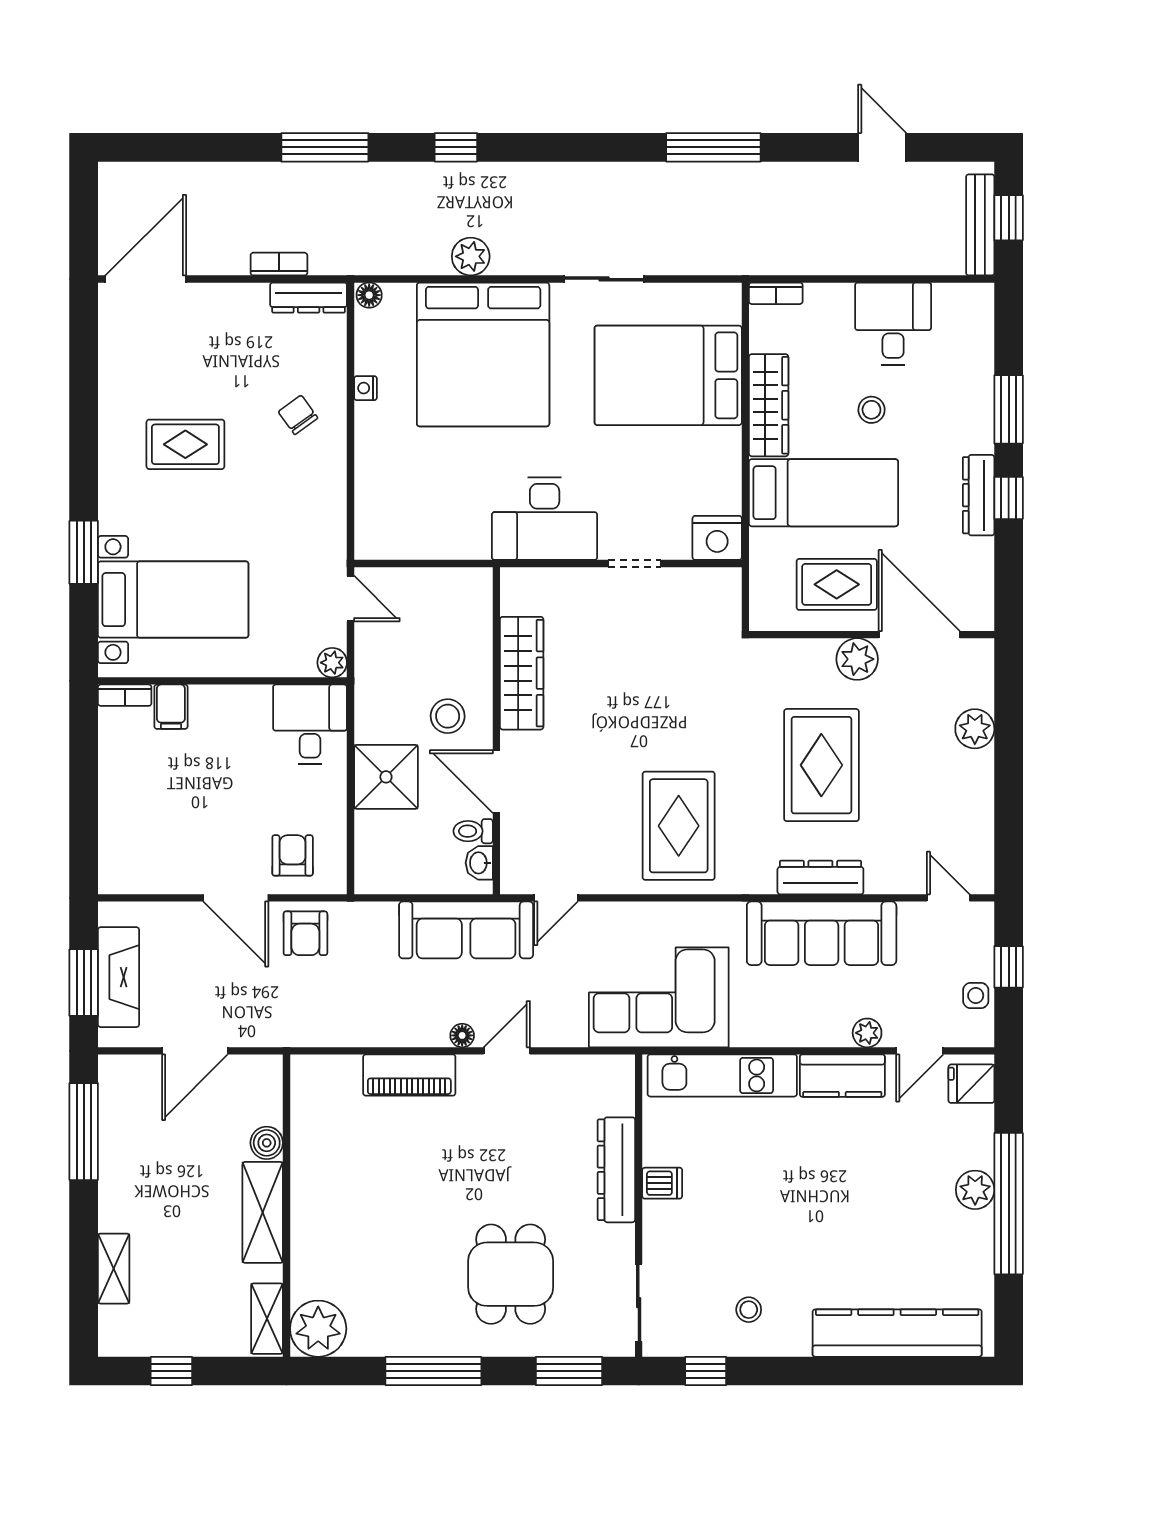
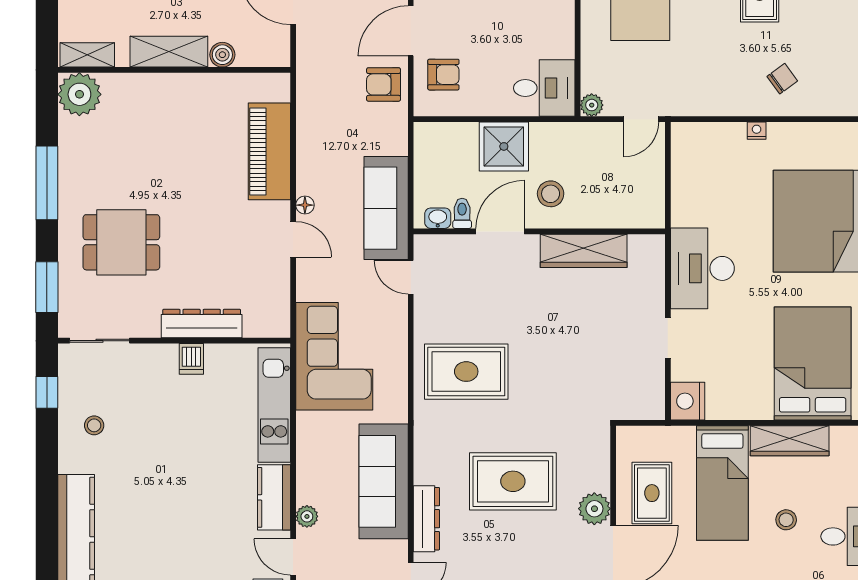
nightstand: (365, 388) -> (757, 131), moved
dresser: (820, 878) -> (426, 519), moved
piano: (409, 1075) -> (269, 151), width x1.37, depth x1.33

